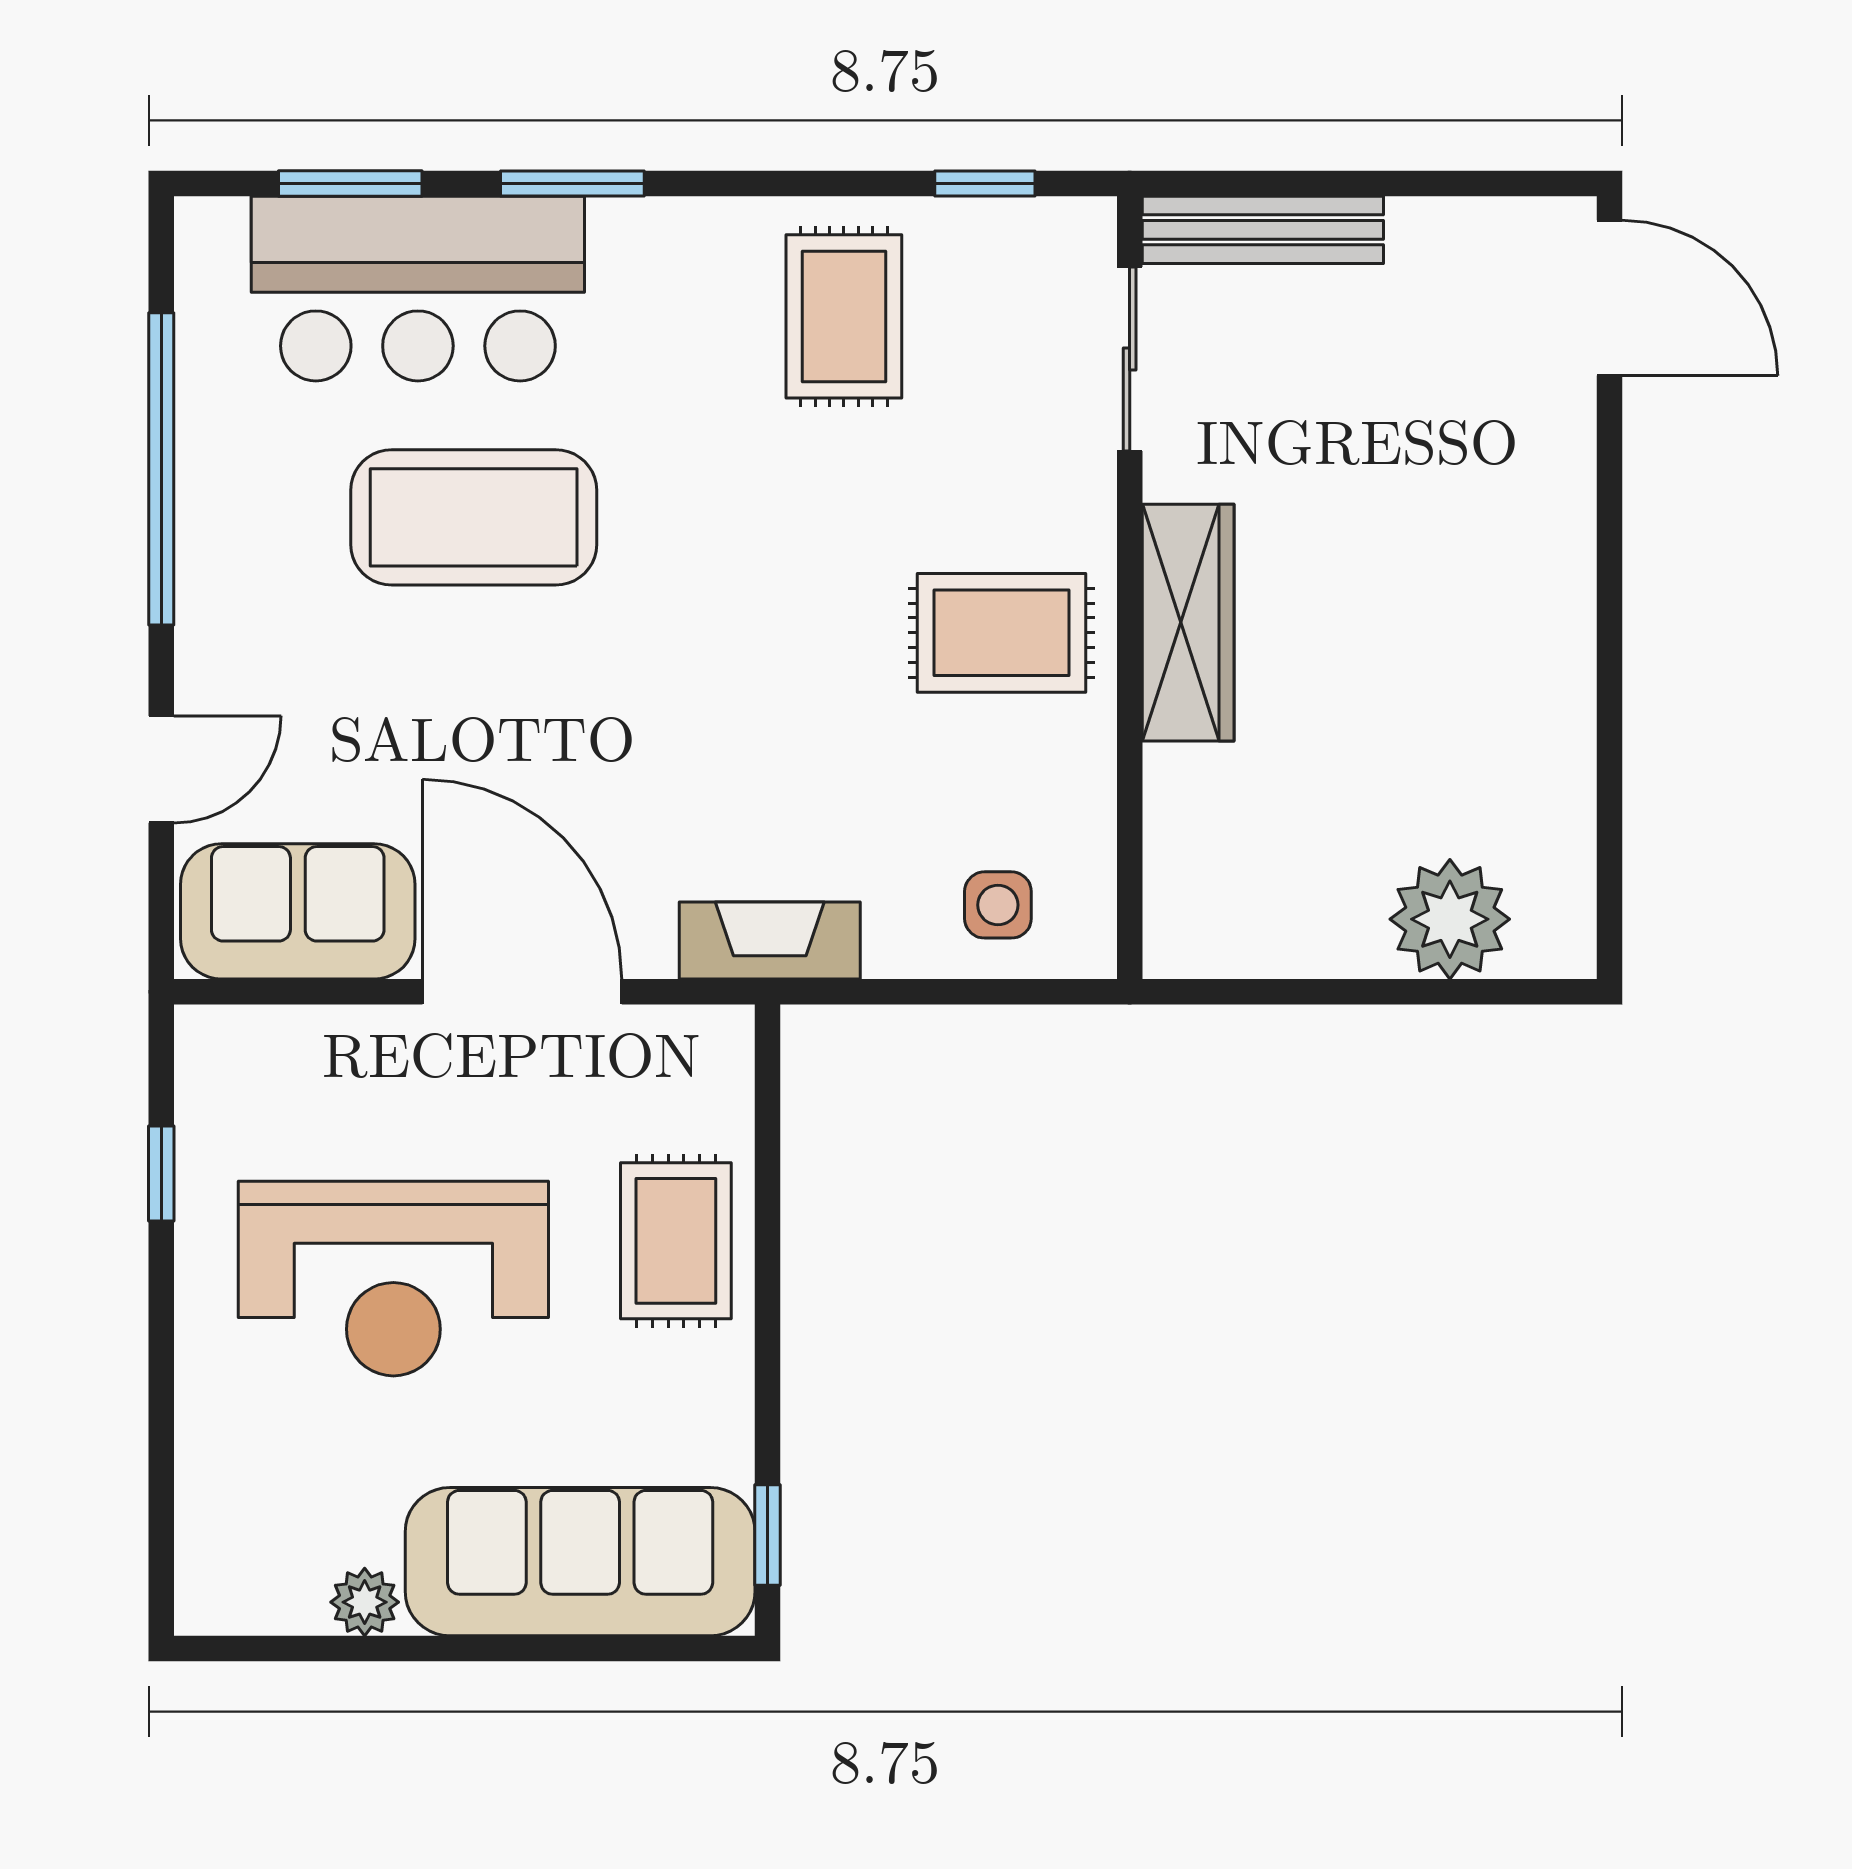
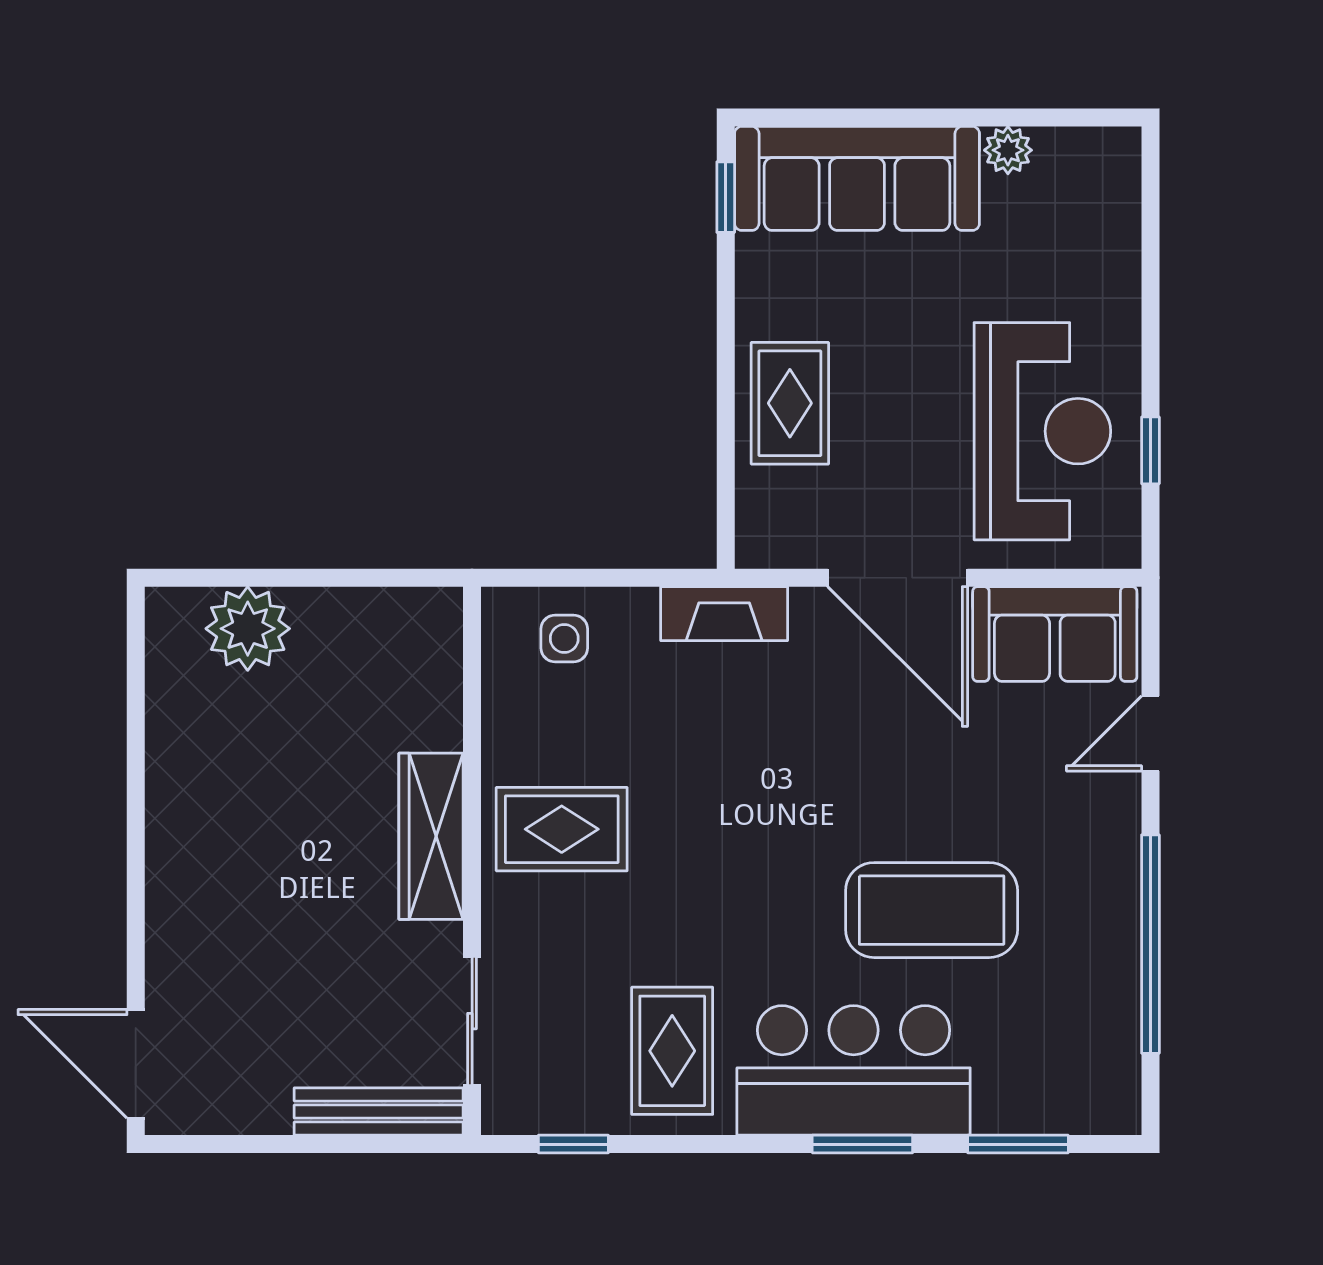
bar counter: (418, 289) -> (854, 1070), moved
reception desk: (393, 1279) -> (1042, 431), moved, turned 90

